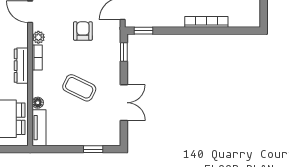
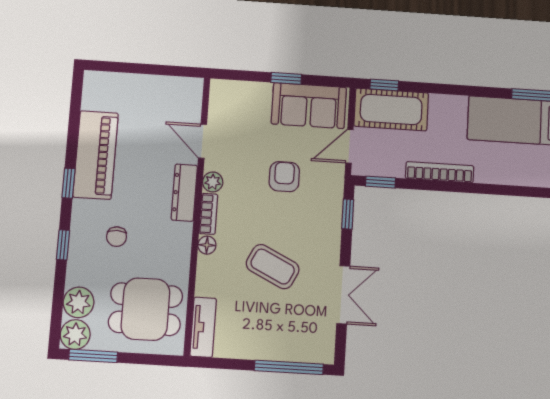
bookcase: (206, 22) -> (440, 172), moved
dresser: (21, 66) -> (184, 193), moved
floor lamp: (38, 103) -> (207, 245), moved
window: (93, 149) -> (289, 367), width x2.17

